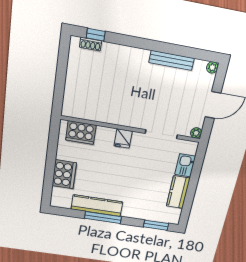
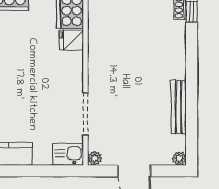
fridge: (123, 138) -> (71, 40), moved
kitchen sink: (185, 165) -> (68, 154), moved

